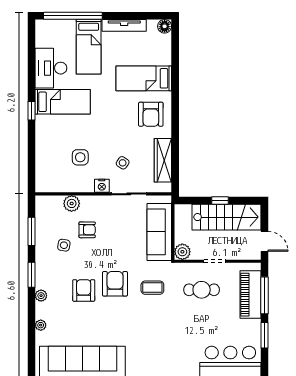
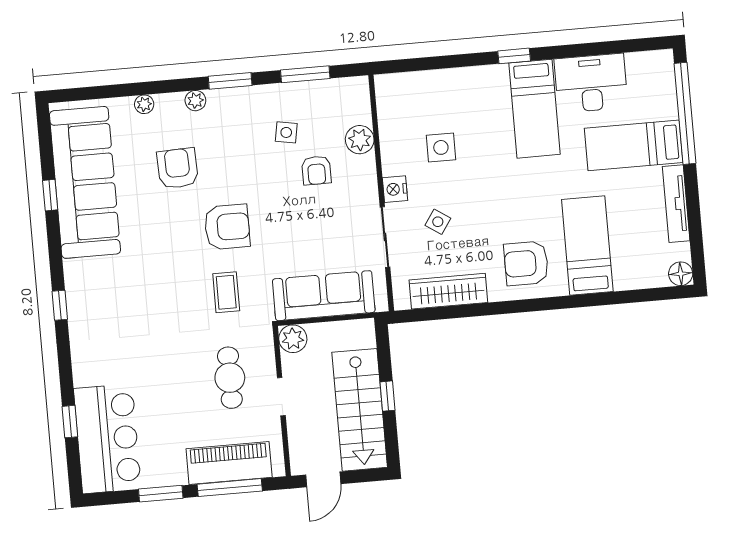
armchair: (84, 290) -> (178, 168), moved, turned -92

